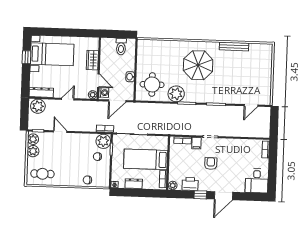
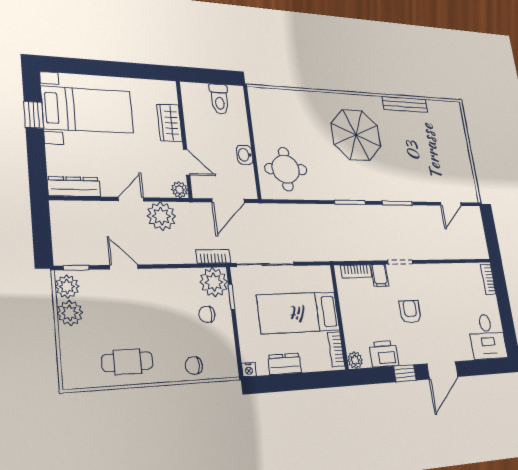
washing machine: (104, 93) -> (200, 185), removed
plant: (176, 94) -> (330, 186), removed
plant: (38, 106) -> (161, 216), moved
cafe table: (42, 174) -> (127, 362), moved

